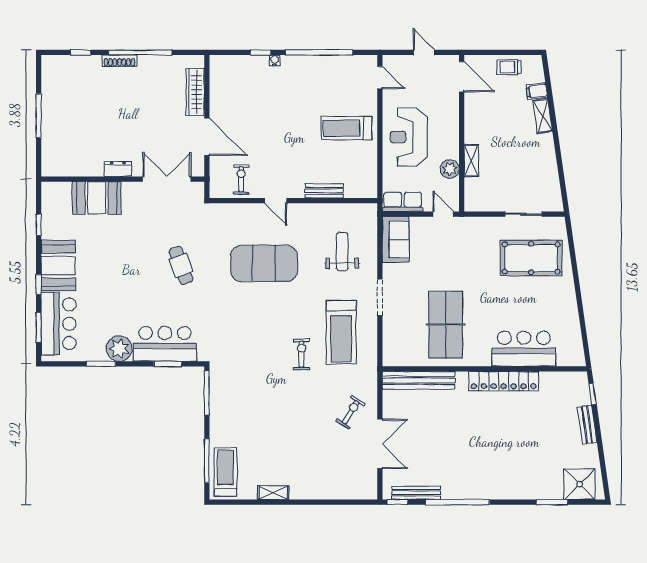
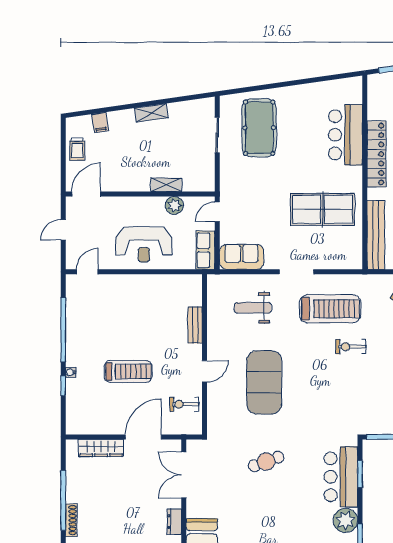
shelving: (543, 116) -> (151, 113), moved
treadmill: (346, 128) -> (128, 372), moved, turned -90

